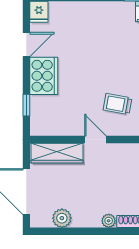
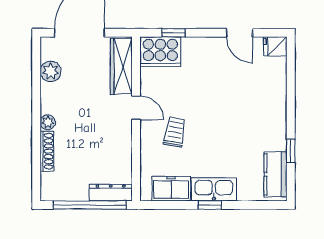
cooker: (44, 76) -> (160, 52), moved
door: (95, 140) -> (136, 108), hinge flipped

